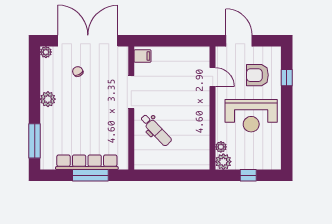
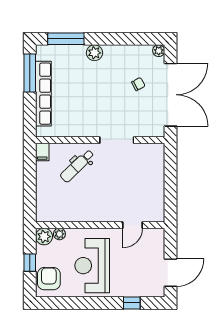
door: (239, 41) -> (171, 273), moved
filing cabinet: (143, 56) -> (42, 152), moved
armchair: (257, 75) -> (49, 279), moved
plant: (48, 99) -> (94, 53), moved
window: (90, 175) -> (30, 73), moved

